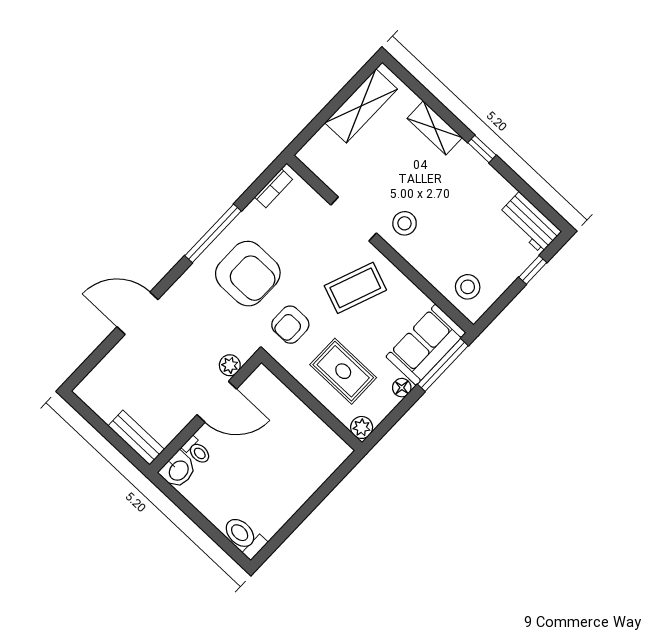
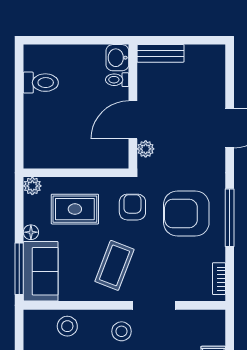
stool: (468, 287) -> (67, 326), moved
toilet: (244, 537) -> (41, 83), moved

